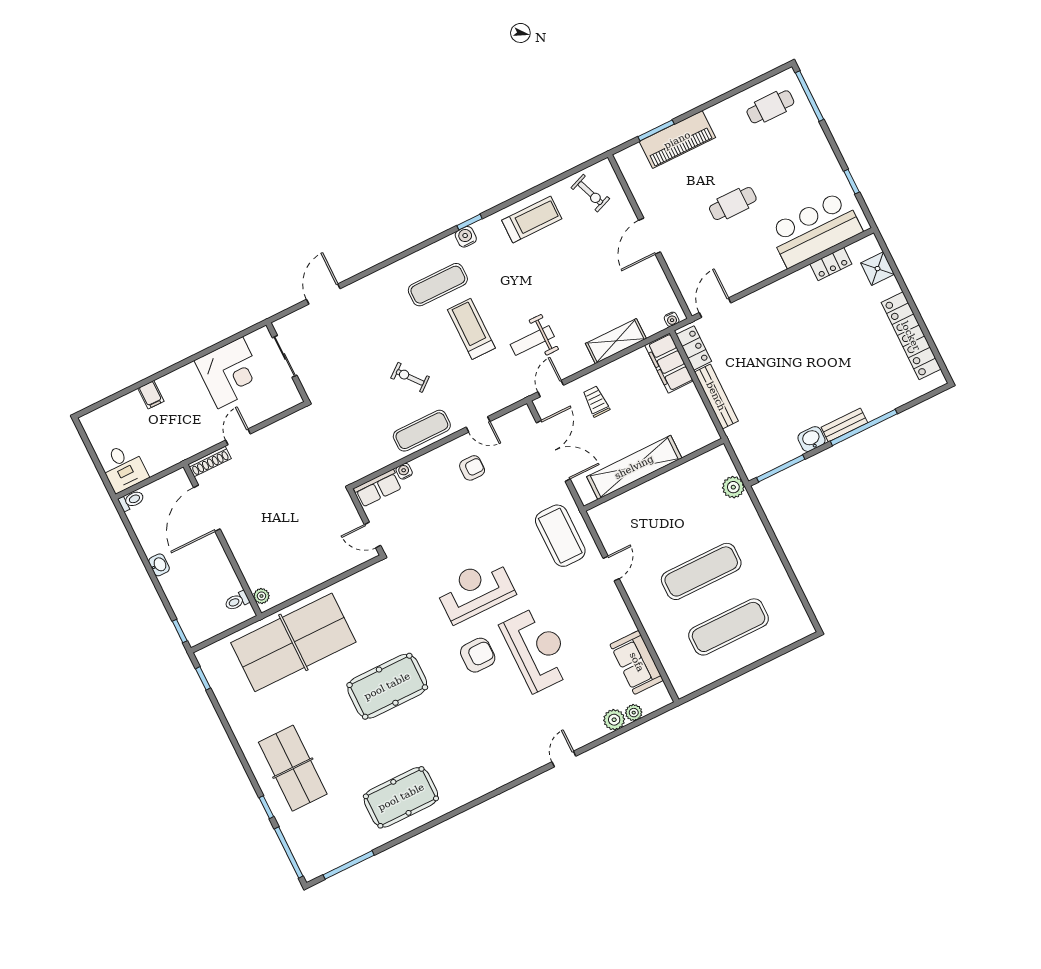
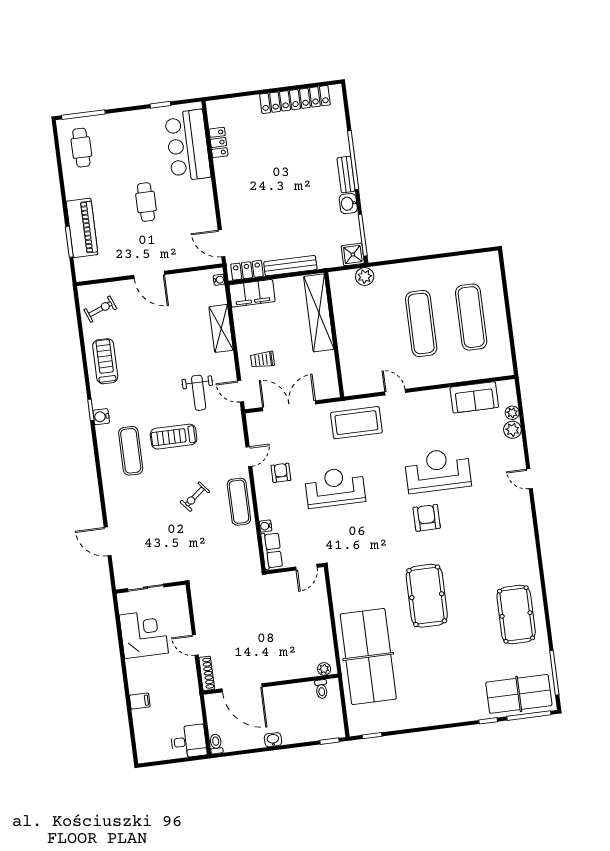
shower: (878, 269) -> (353, 255), moved
shelving: (634, 467) -> (319, 313), moved
reception desk: (475, 590) -> (335, 487), moved, turned 90
table tennis table: (293, 768) -> (519, 694), moved

